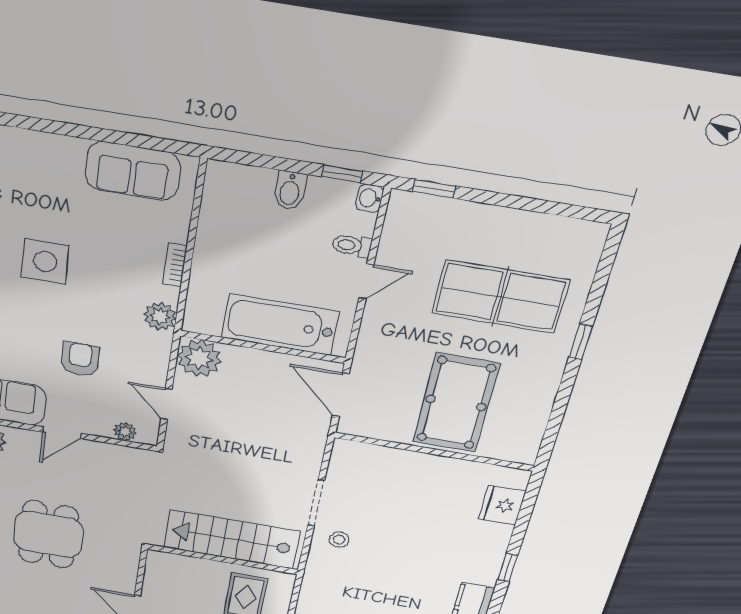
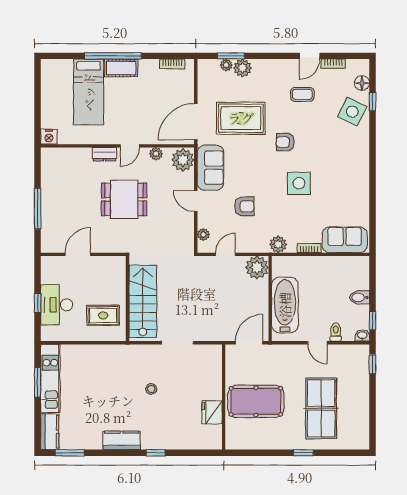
sofa: (133, 171) -> (345, 240), moved, turned 90
fridge: (502, 505) -> (212, 412), moved, turned -90
stool: (339, 540) -> (151, 389), moved

